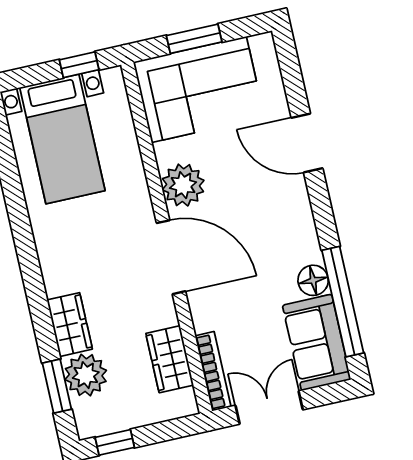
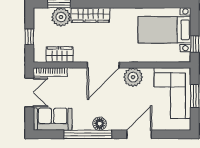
floor lamp: (313, 280) -> (100, 124), moved
window: (343, 302) -> (88, 134), moved
wardrobe: (70, 325) -> (91, 15), width x1.50
window: (115, 442) -> (29, 37), moved

